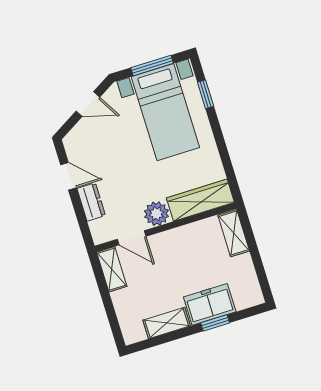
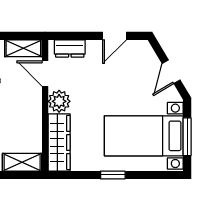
window: (206, 94) -> (113, 175), moved
dresser: (91, 202) -> (70, 48), moved
door: (132, 238) -> (45, 74), hinge flipped

